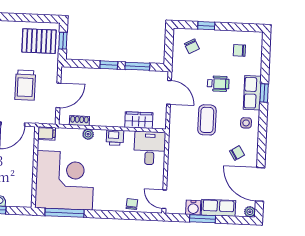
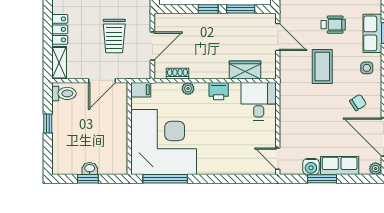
chair: (132, 204) -> (241, 166), removed

